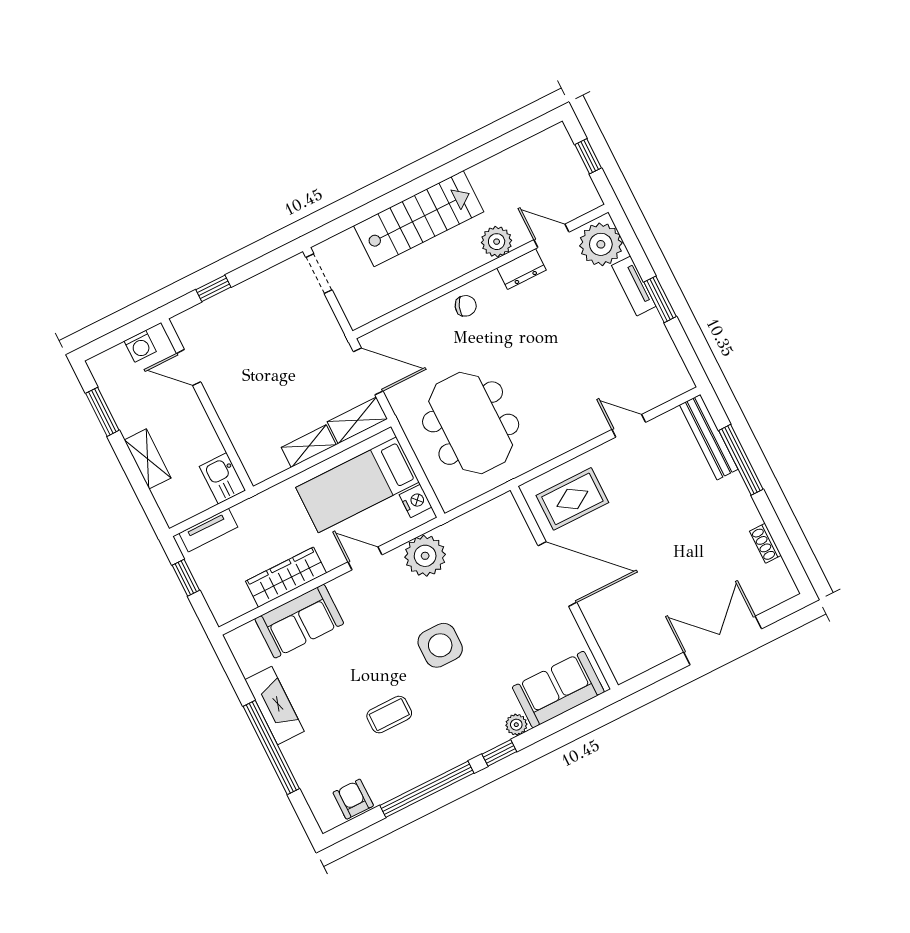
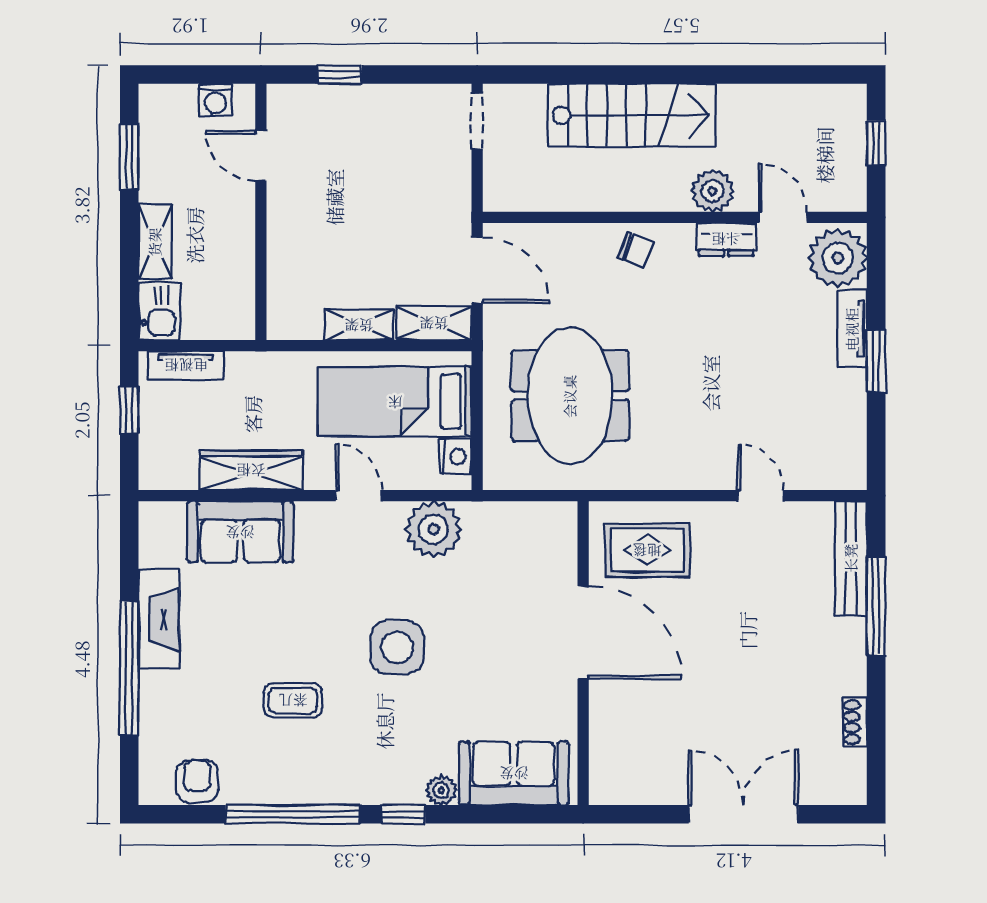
kitchen sink: (223, 478) -> (159, 311), moved, turned 180

